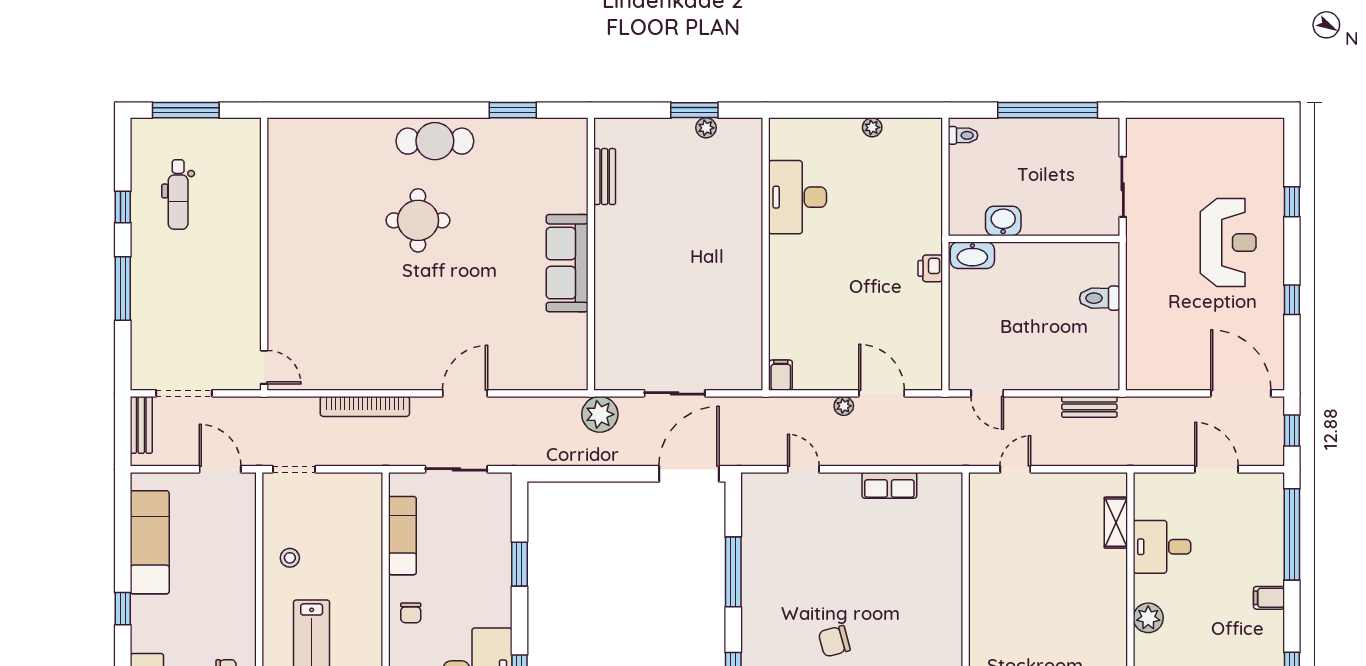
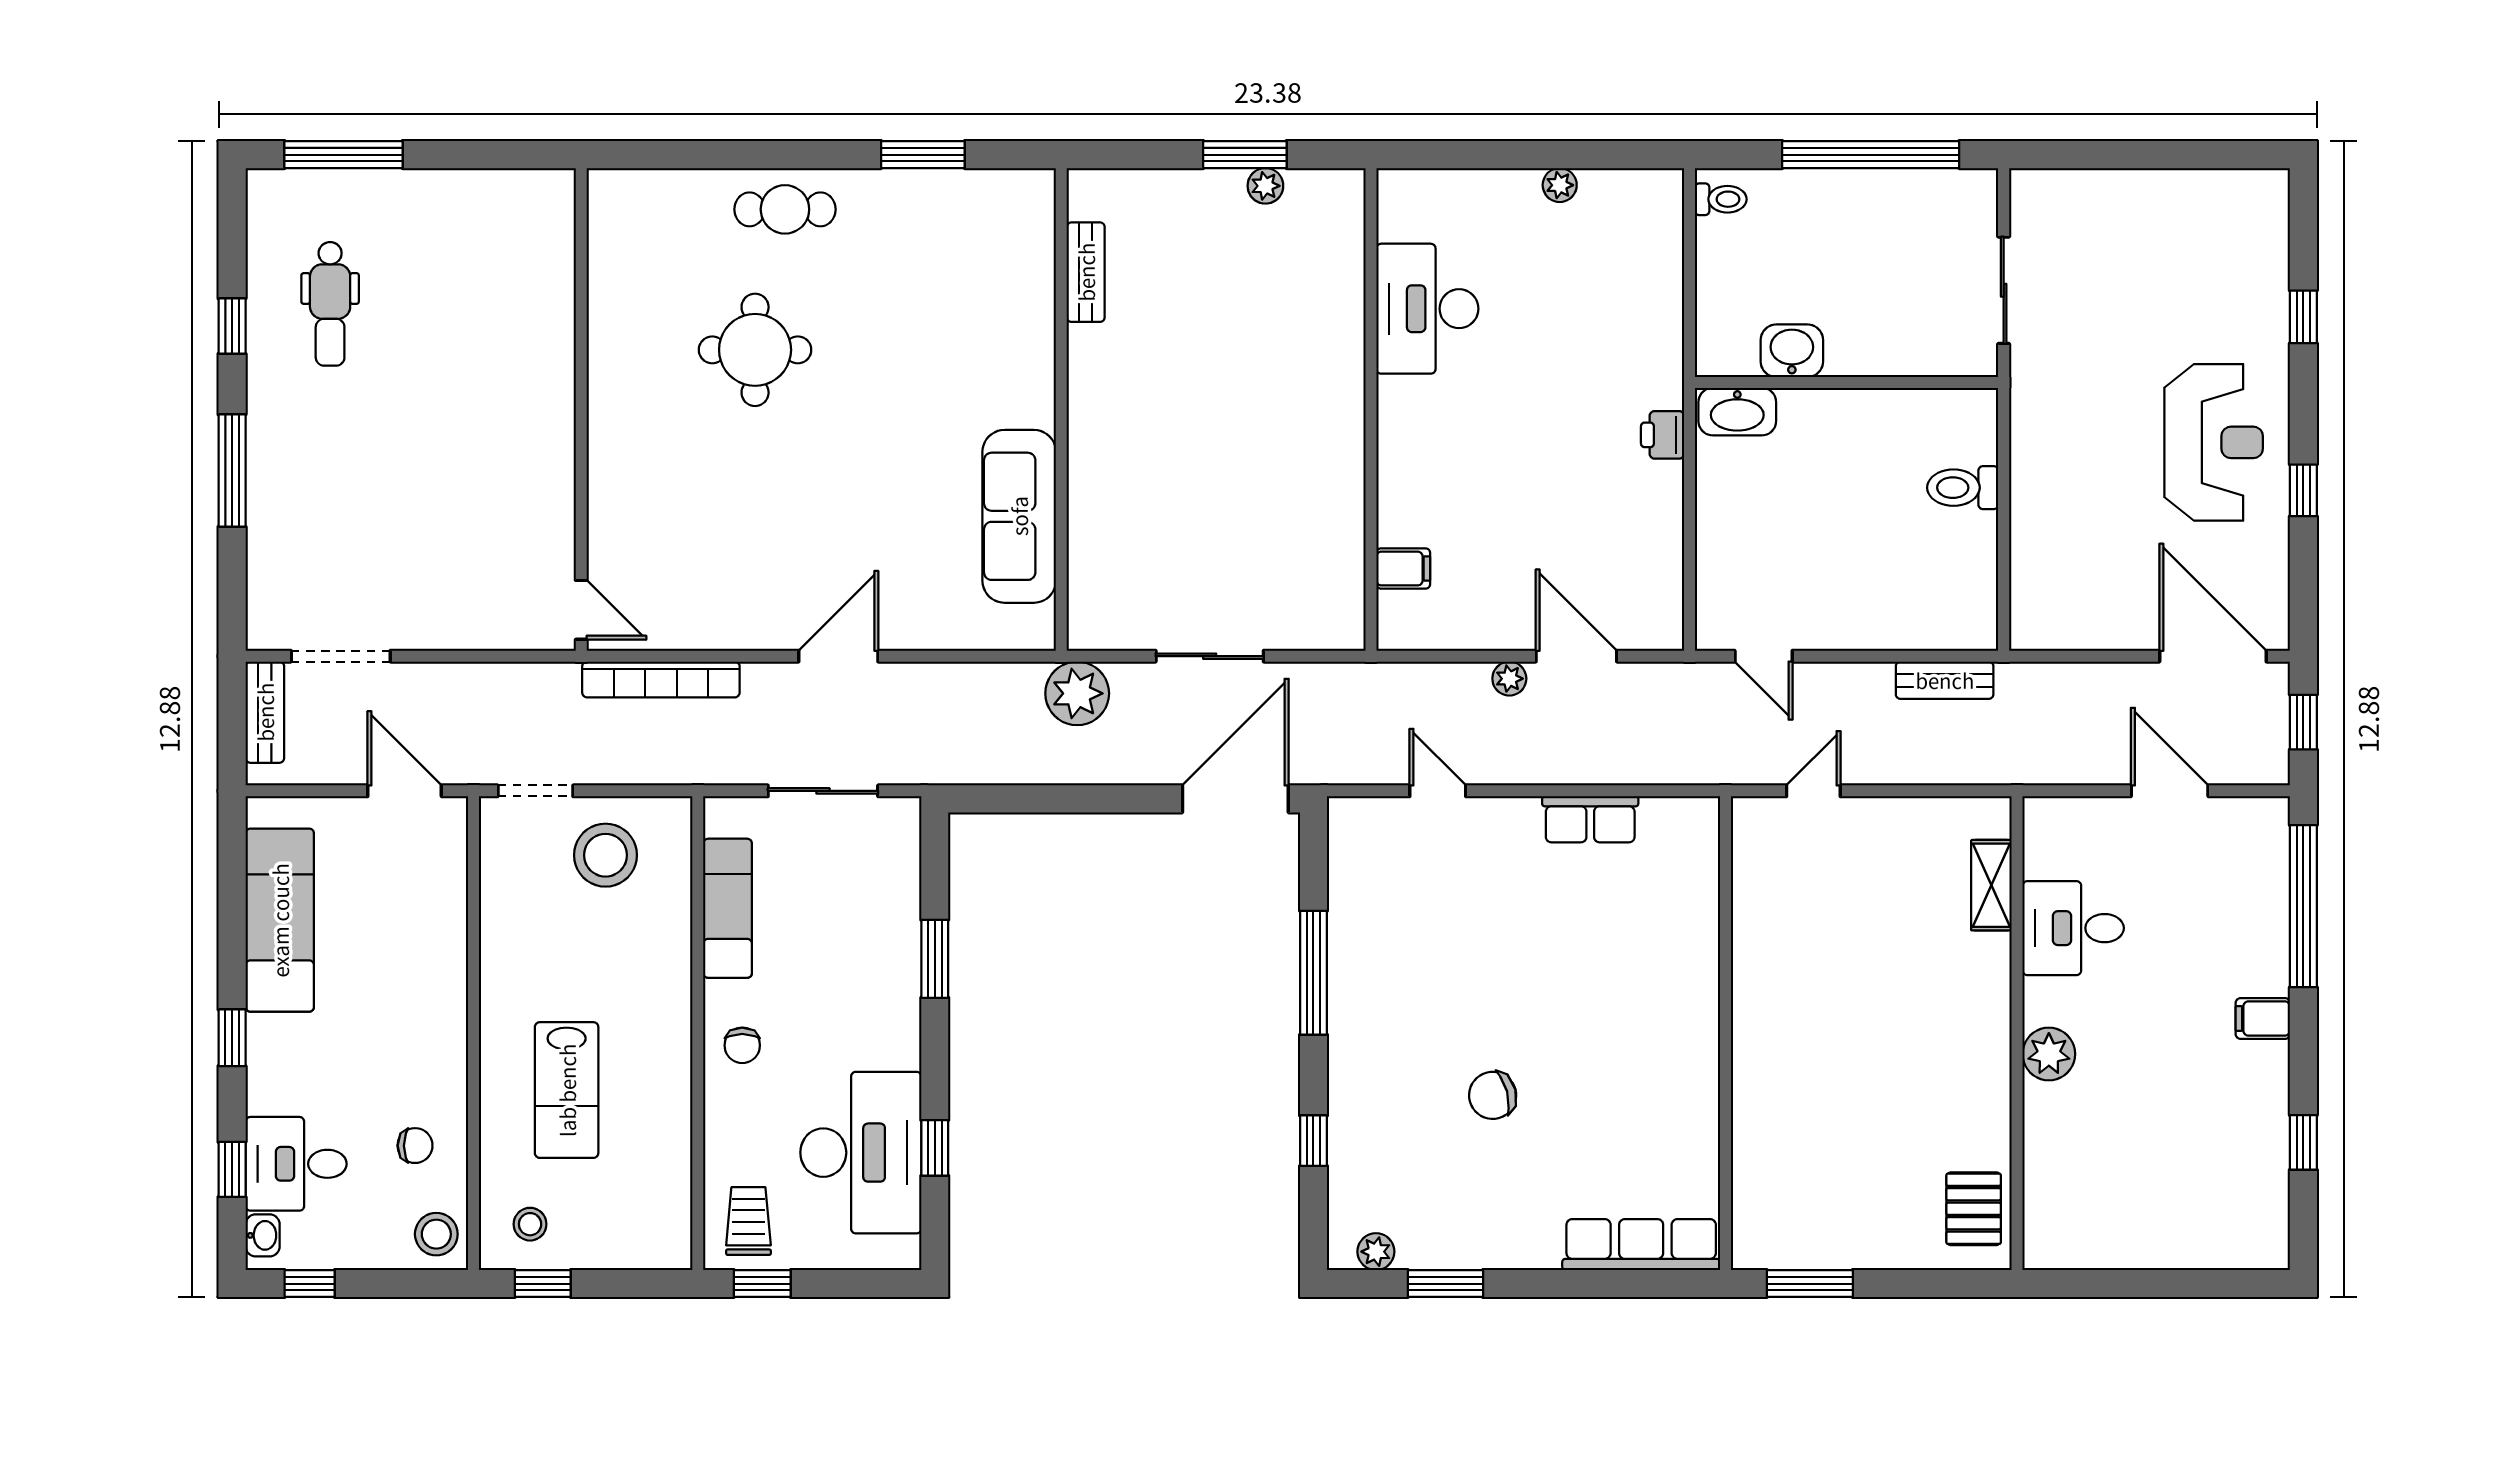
cafe table: (435, 141) -> (785, 209), width x0.73, depth x0.74
reception desk: (1228, 243) -> (2214, 442), moved
wall: (264, 254) -> (581, 409), moved
sofa: (567, 263) -> (1019, 516), moved
door: (264, 367) -> (581, 610), moved
filing cabinet: (781, 375) -> (1403, 569), moved, turned 90
stool: (290, 558) -> (605, 855), moved, width x1.89, depth x1.89

